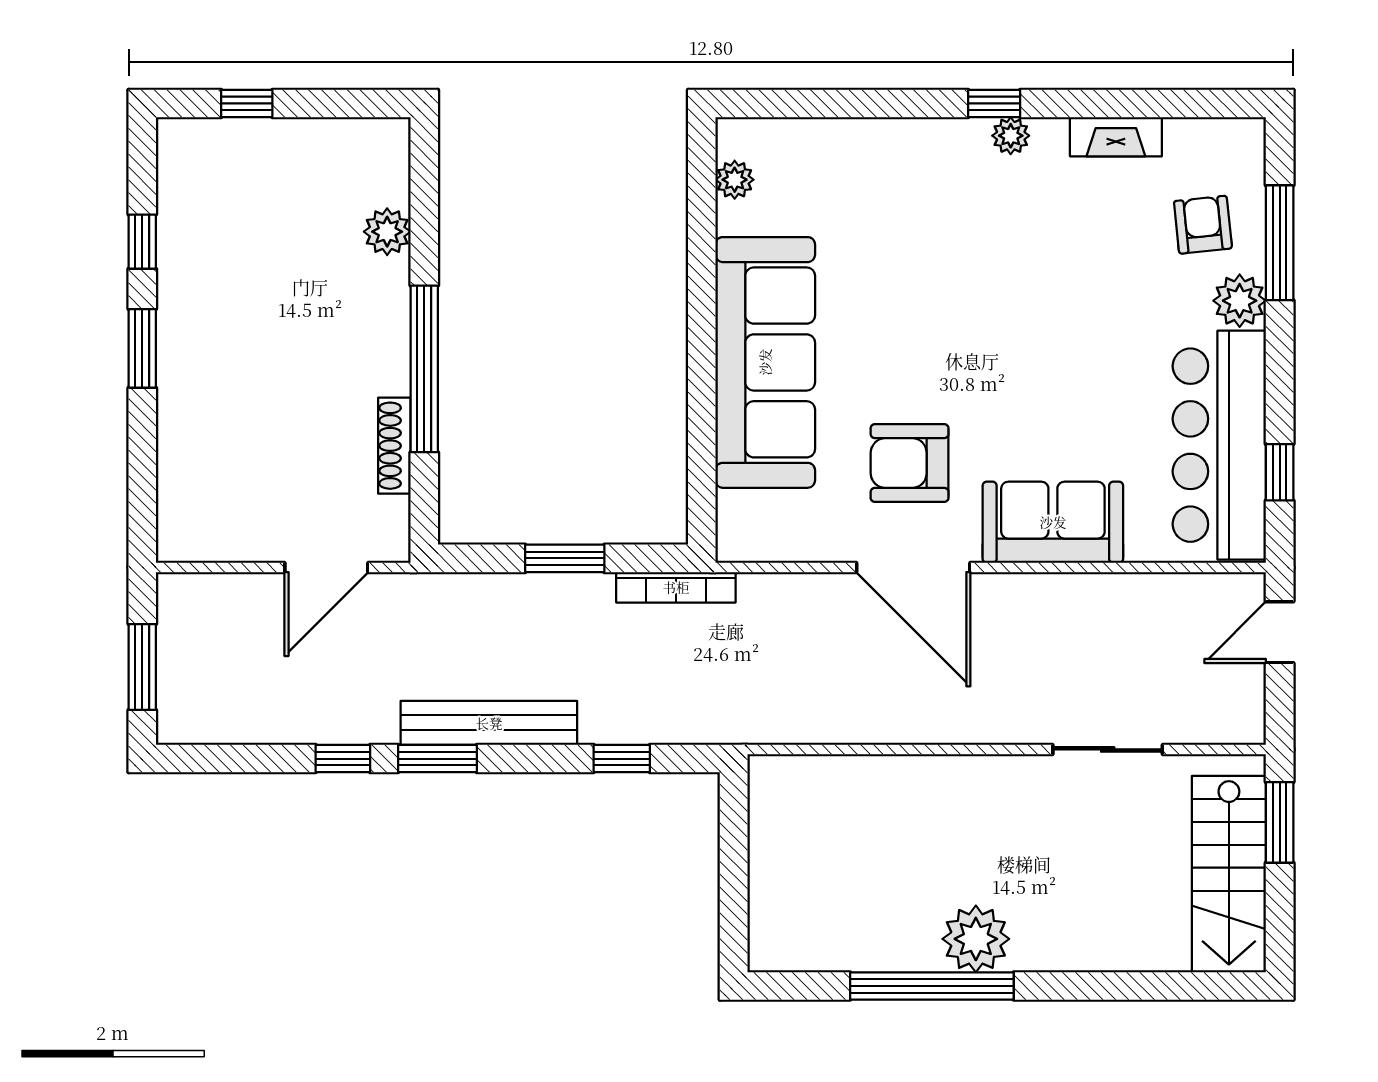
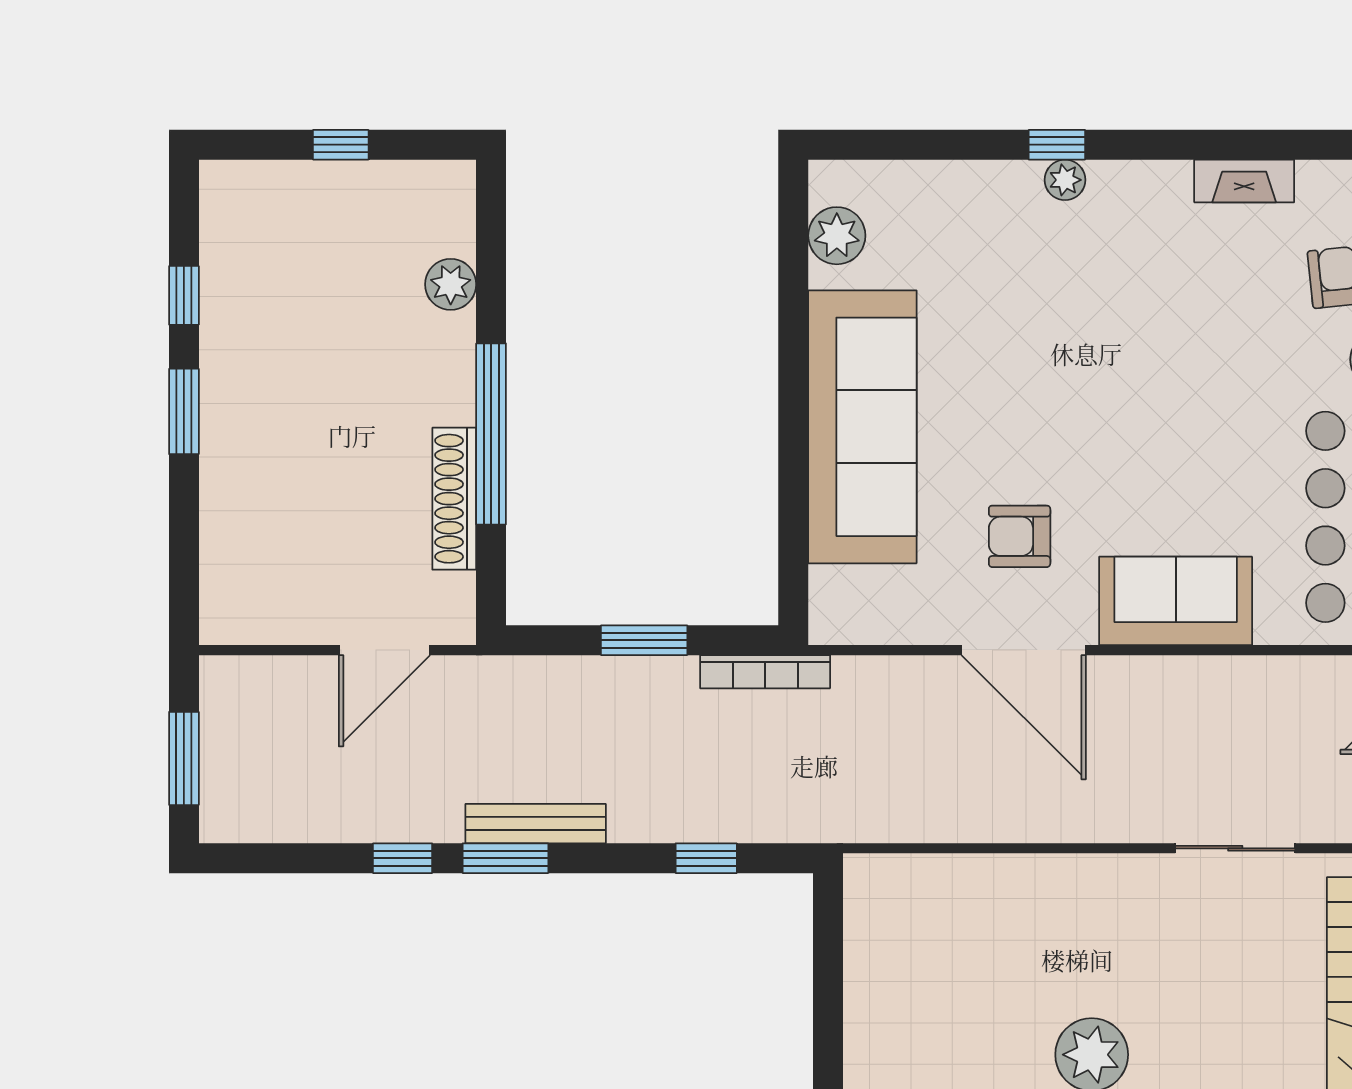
window: (247, 103) -> (341, 145), moved
window: (994, 103) -> (1057, 145), moved
plant: (1011, 136) -> (1065, 180), moved
plant: (735, 180) -> (837, 236), width x1.38, depth x1.38
shoe rack: (394, 446) -> (454, 499), width x1.36, depth x1.24
armchair: (910, 463) -> (1020, 536), width x0.72, depth x0.72
bench: (489, 723) -> (536, 824), width x0.73, depth x0.82

